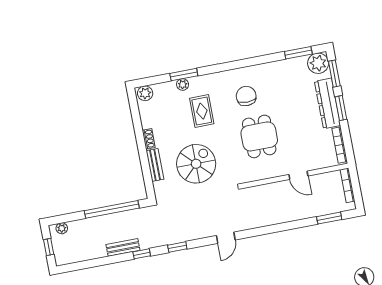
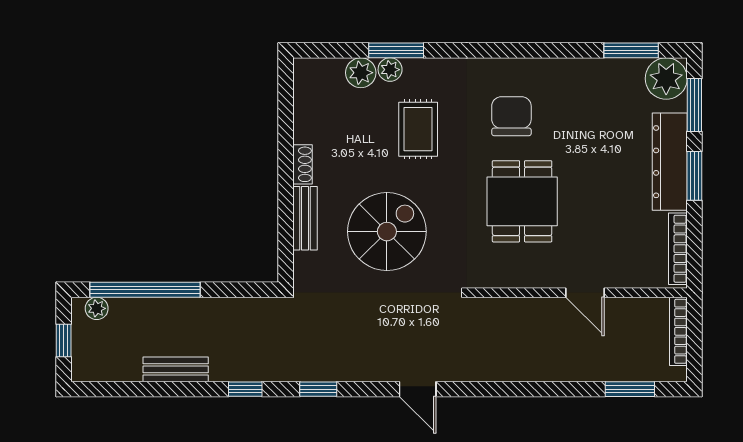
plant: (145, 93) -> (361, 73), moved
window: (112, 209) -> (145, 290), moved
door: (226, 238) -> (418, 389), hinge flipped
bench: (123, 247) -> (176, 369), moved

